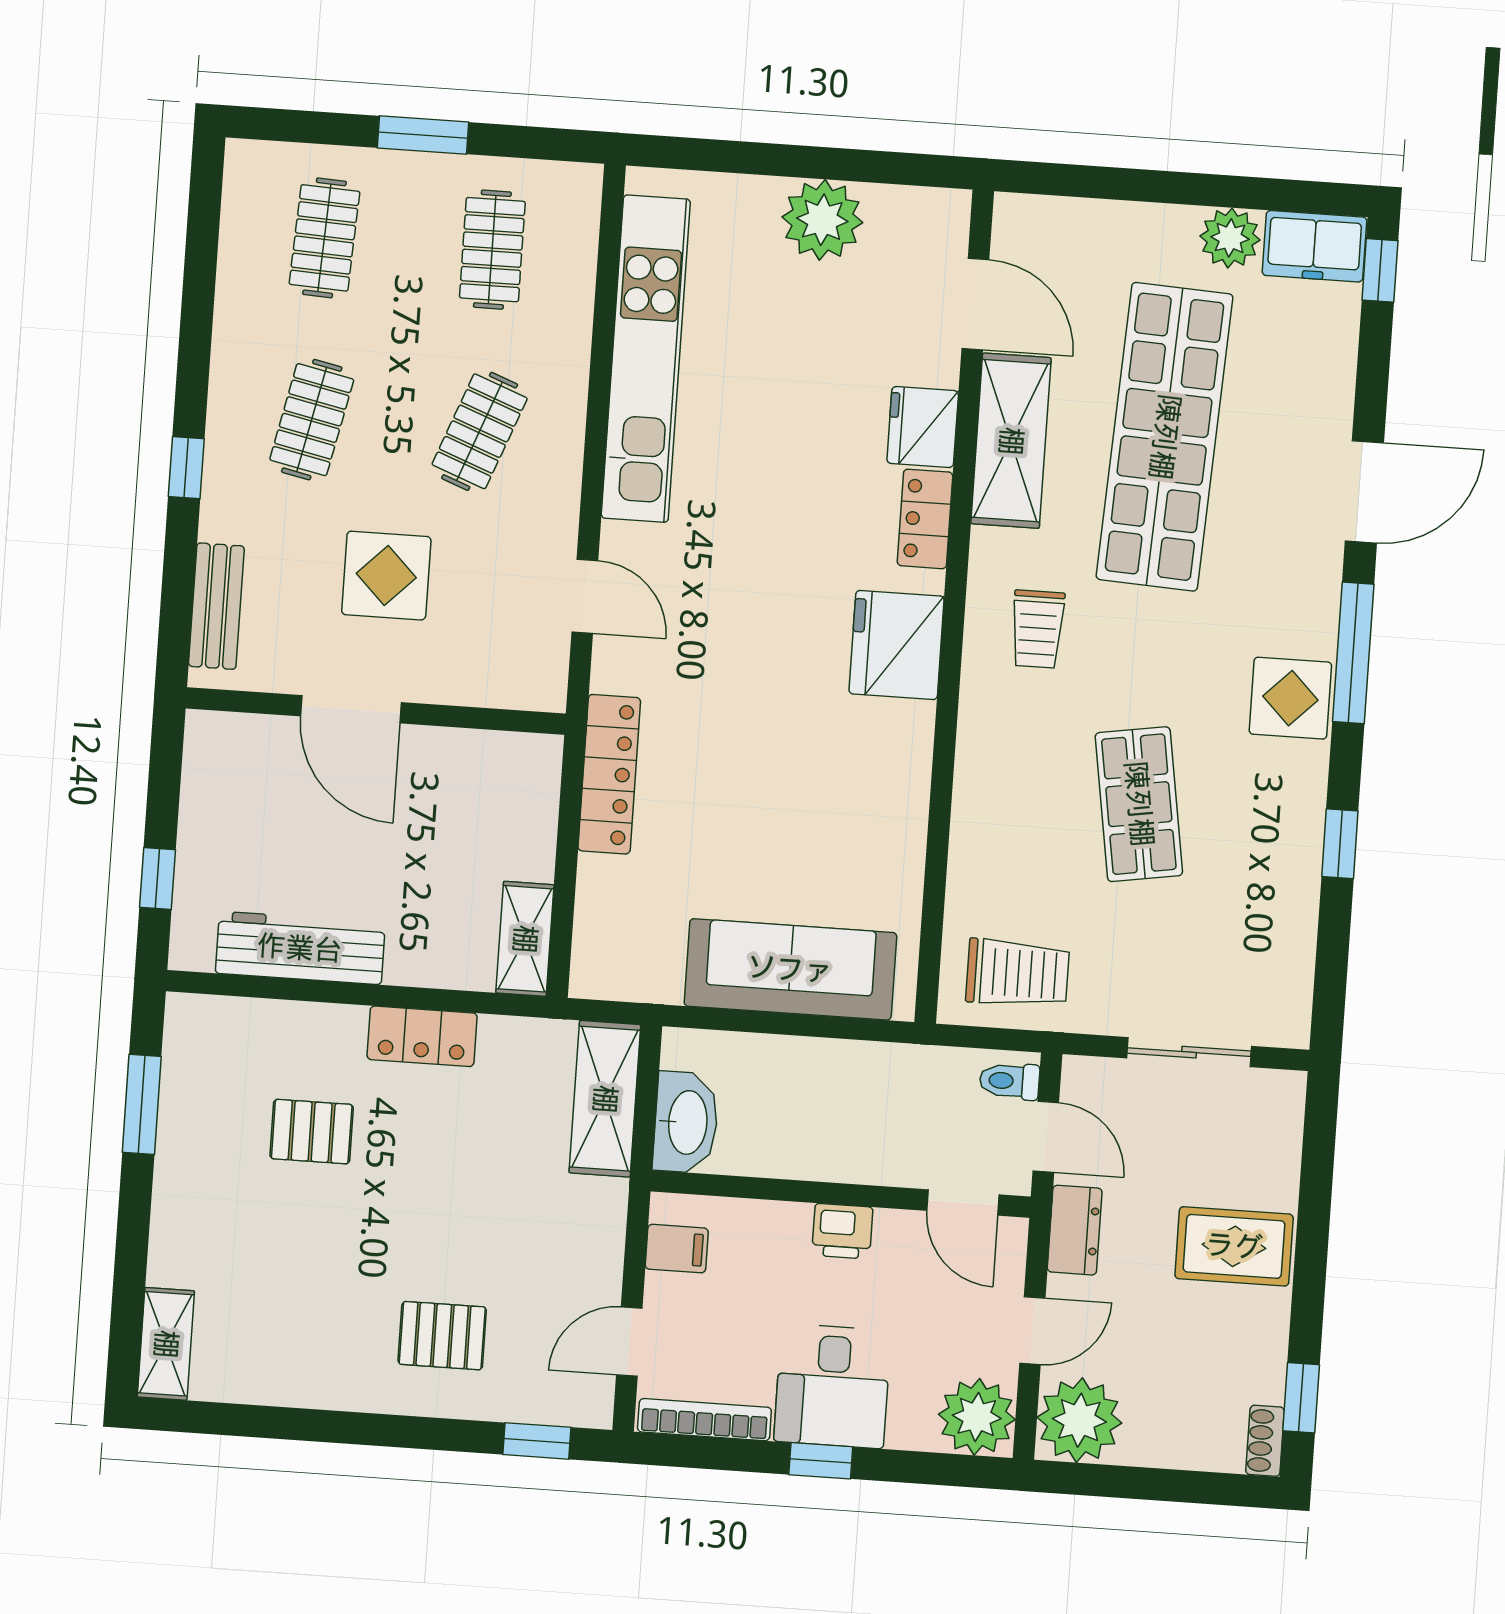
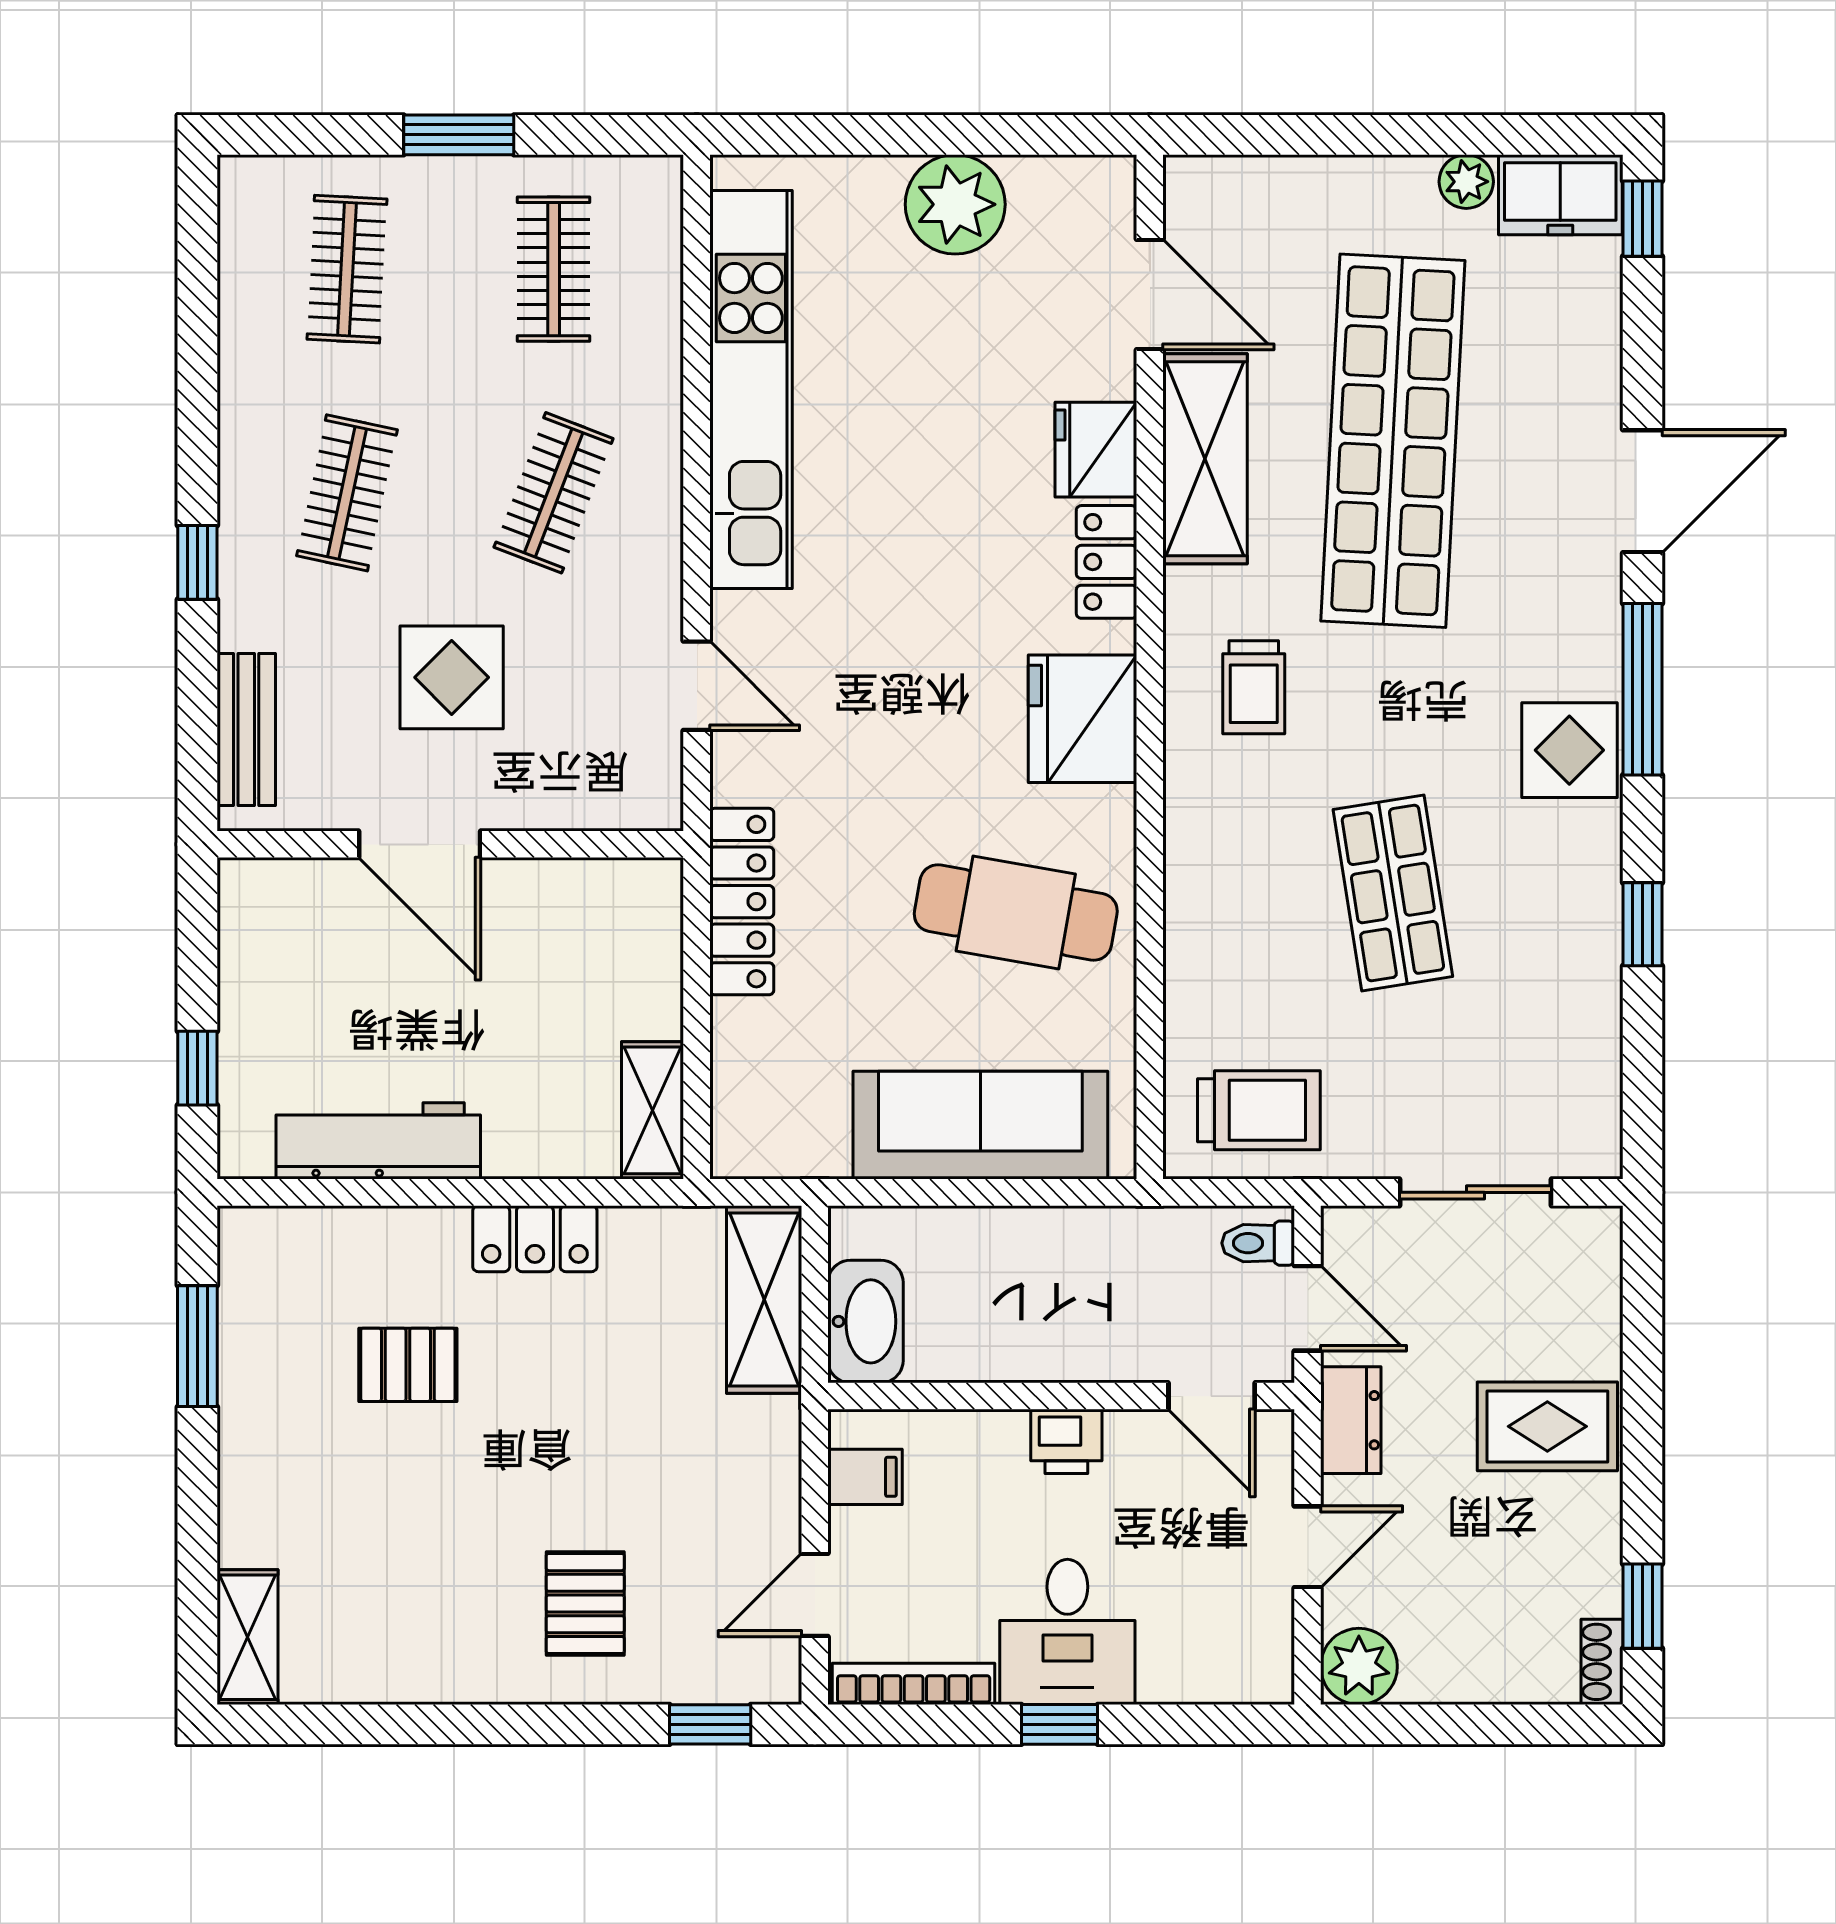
plant: (1230, 238) -> (1466, 182), width x0.73, depth x0.73
cafe table: (831, 799) -> (1016, 913), added
pallet: (442, 1336) -> (585, 1604), turned 90
plant: (977, 1417) -> (1247, 1657), removed
plant: (1079, 1420) -> (1359, 1666), width x0.73, depth x0.73

